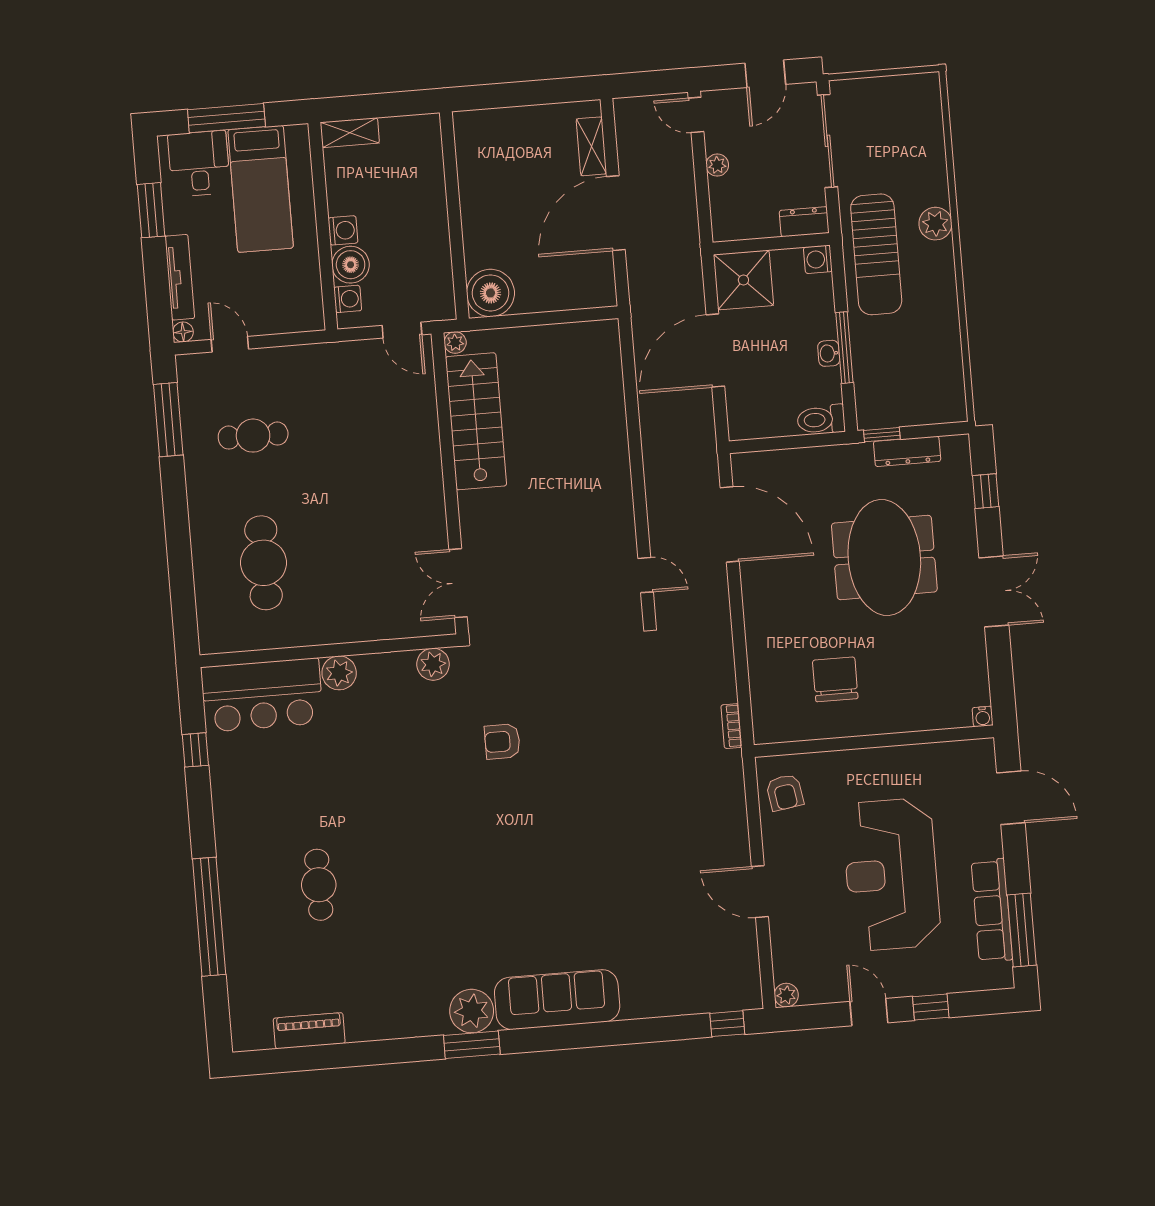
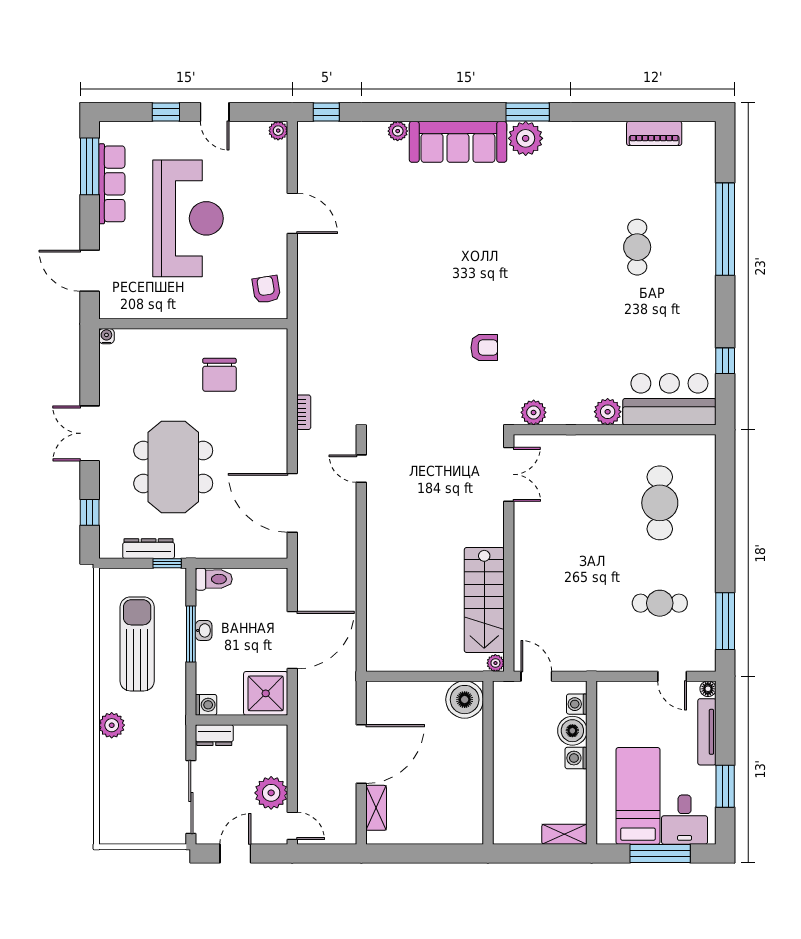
plant: (717, 165) -> (271, 793), width x1.88, depth x1.88
sun lounger: (876, 254) -> (137, 644), moved
bookcase: (731, 726) -> (304, 412), moved
plant: (635, 1007) -> (398, 131), added

